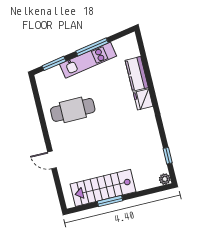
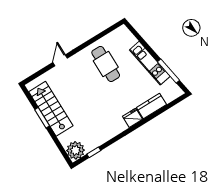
window: (92, 47) -> (169, 71), moved
window: (54, 63) -> (138, 37), removed
plant: (165, 179) -> (76, 150), width x1.88, depth x1.88

